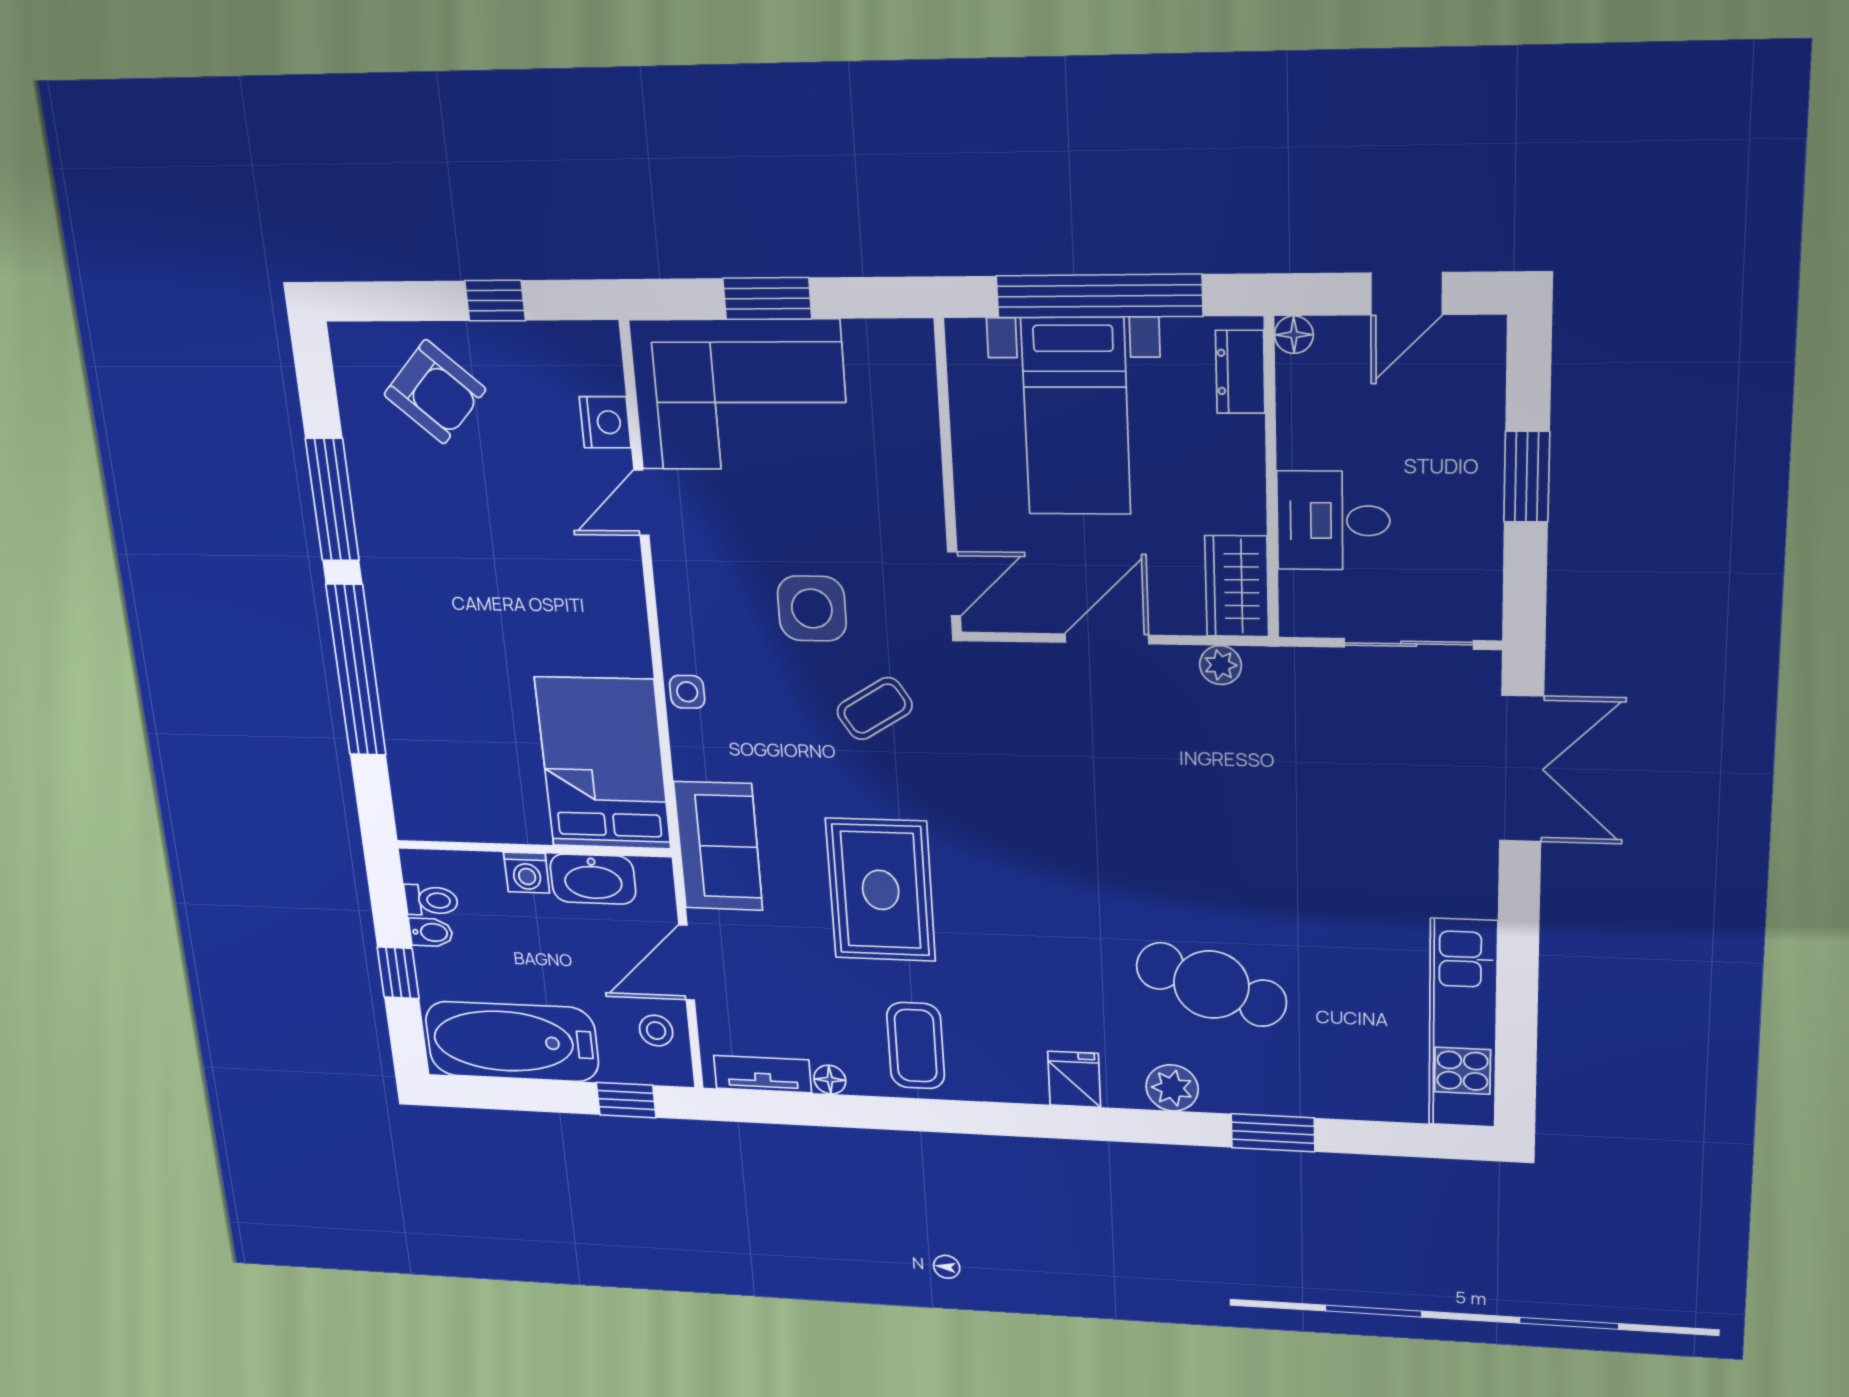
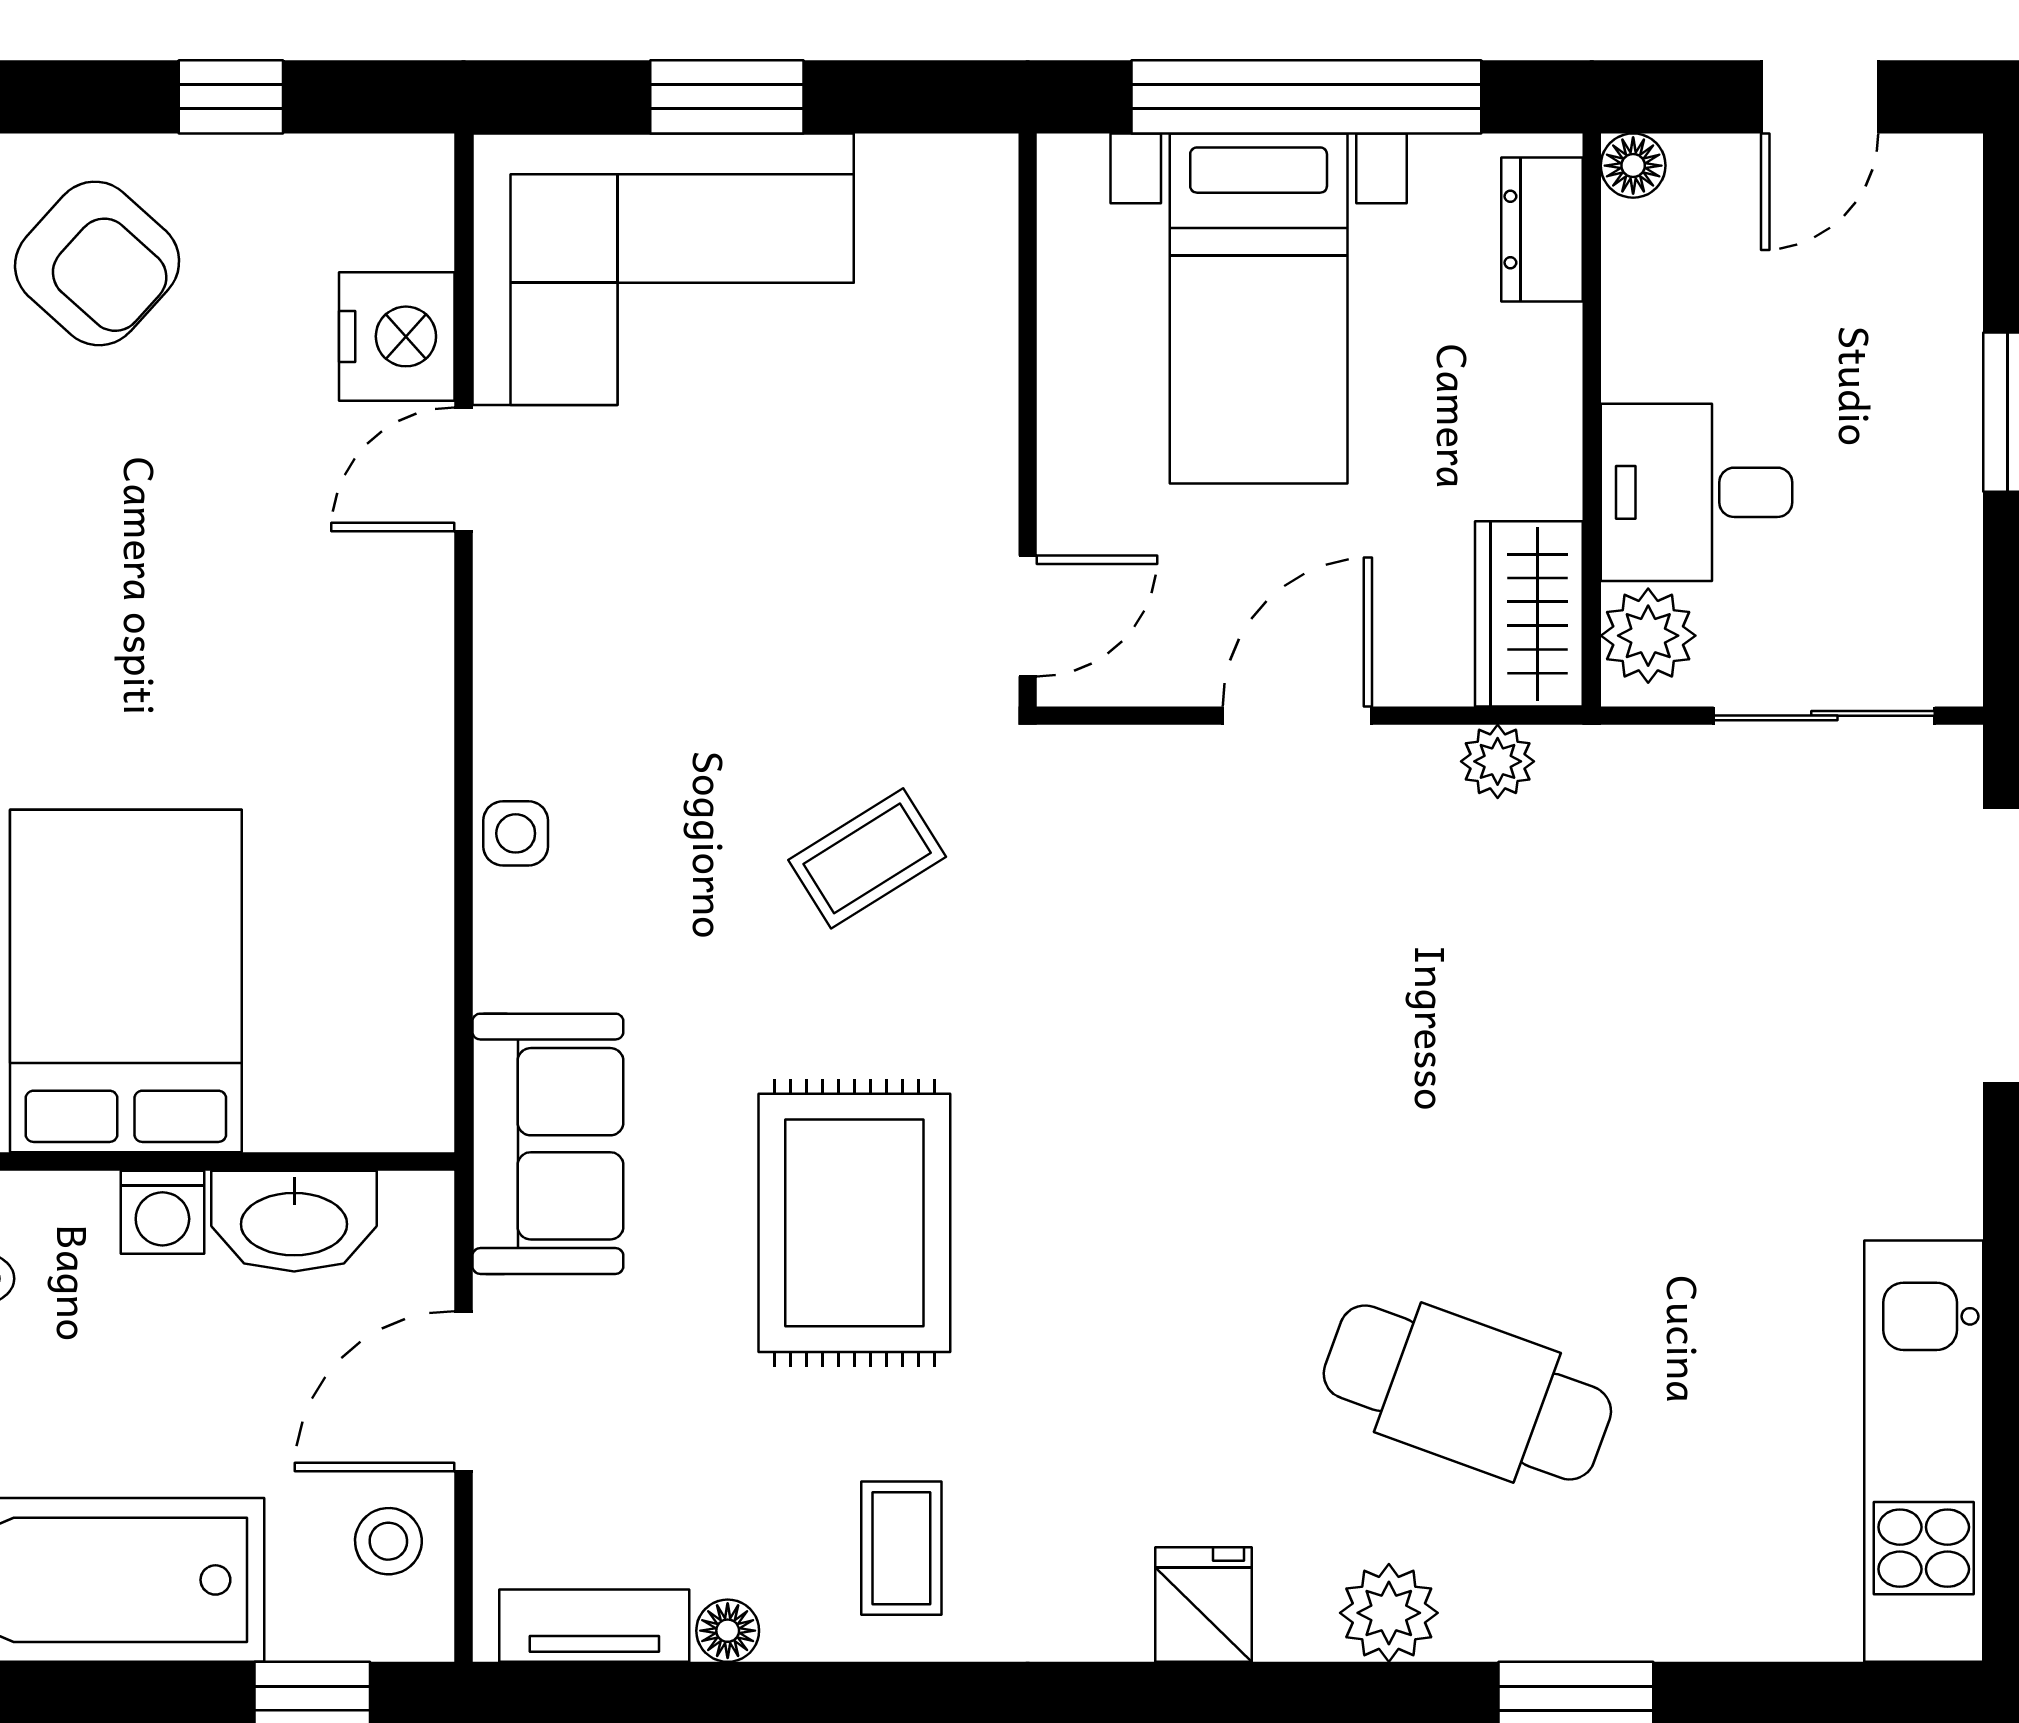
nightstand: (605, 422) -> (397, 336), width x1.36, depth x1.33
plant: (1306, 599) -> (1648, 636), added
side table: (812, 609) -> (764, 667), removed
bed: (603, 763) -> (126, 981), moved
coffee table: (916, 1046) -> (901, 1548), width x0.73, depth x0.77

